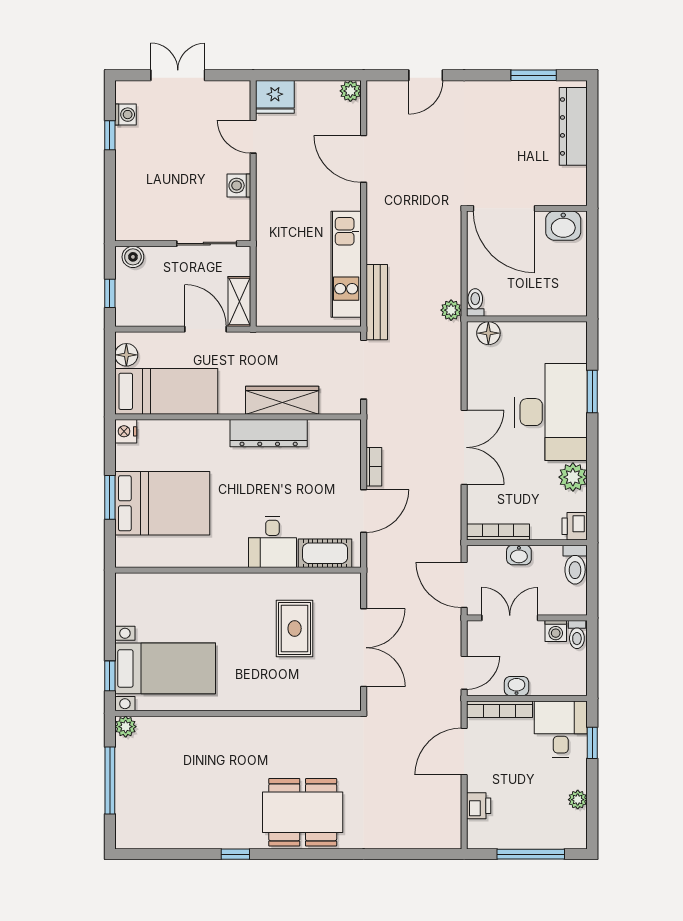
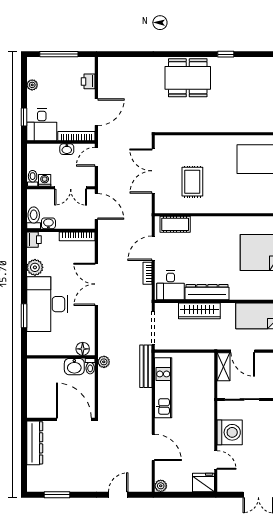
dresser: (573, 126) -> (35, 443), moved
washing machine: (239, 185) -> (230, 432), width x1.89, depth x1.89
washbasin: (563, 226) -> (74, 367), moved, turned 180
desk: (272, 542) -> (171, 285), moved, turned 180
washbasin: (519, 555) -> (48, 223), moved

